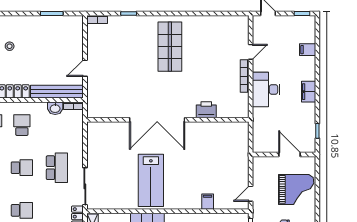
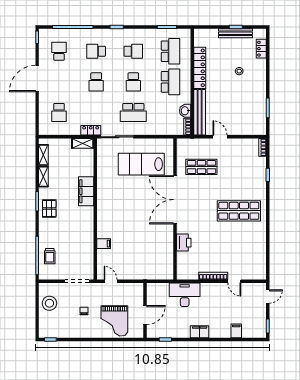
shop shelf: (120, 89) -> (201, 167), added
desk: (266, 89) -> (185, 295), moved
school desk: (22, 125) -> (170, 82), width x1.85
lab bench: (151, 180) -> (141, 164), moved

